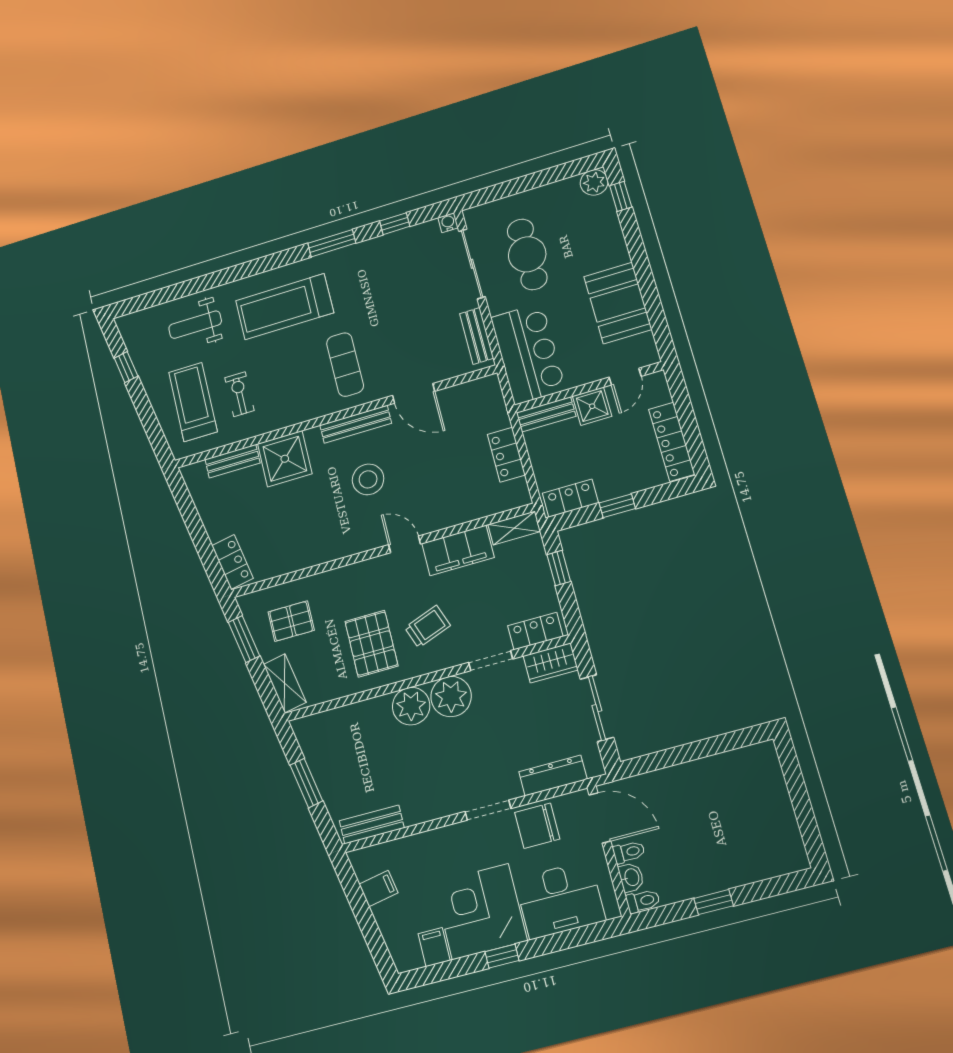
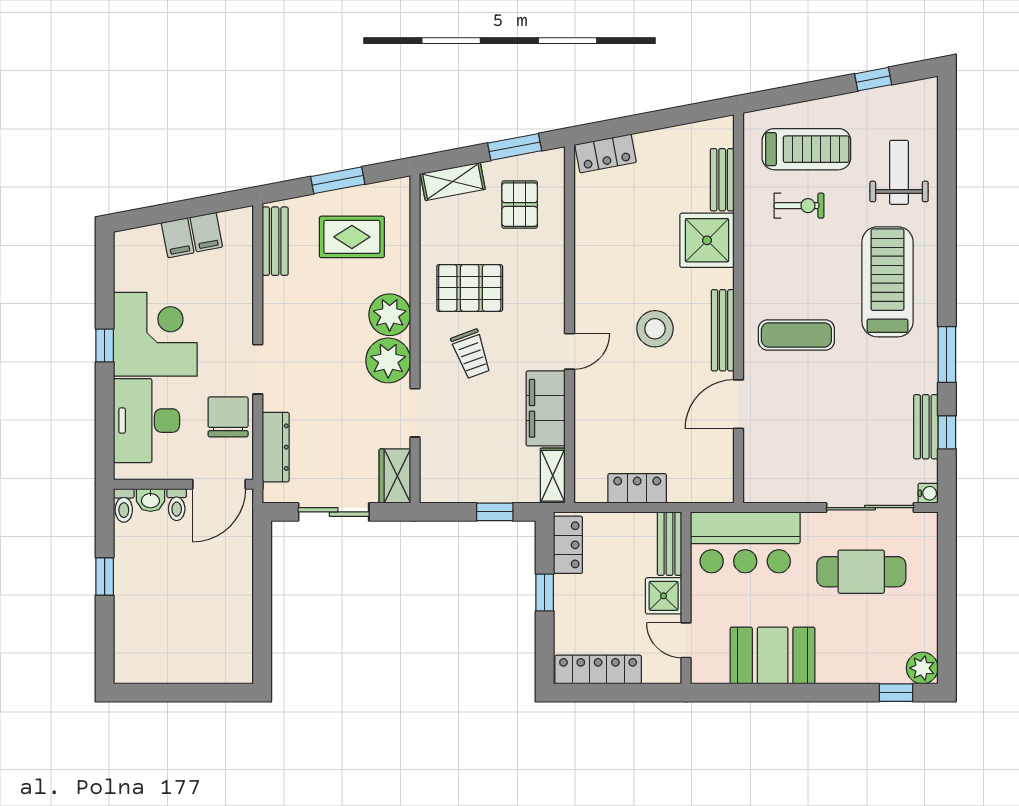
bench: (477, 336) -> (926, 427), moved, turned 90
locker: (535, 631) -> (434, 469), removed
rug: (352, 758) -> (352, 237), added
filing cabinet: (434, 947) -> (178, 238), moved, turned 79

